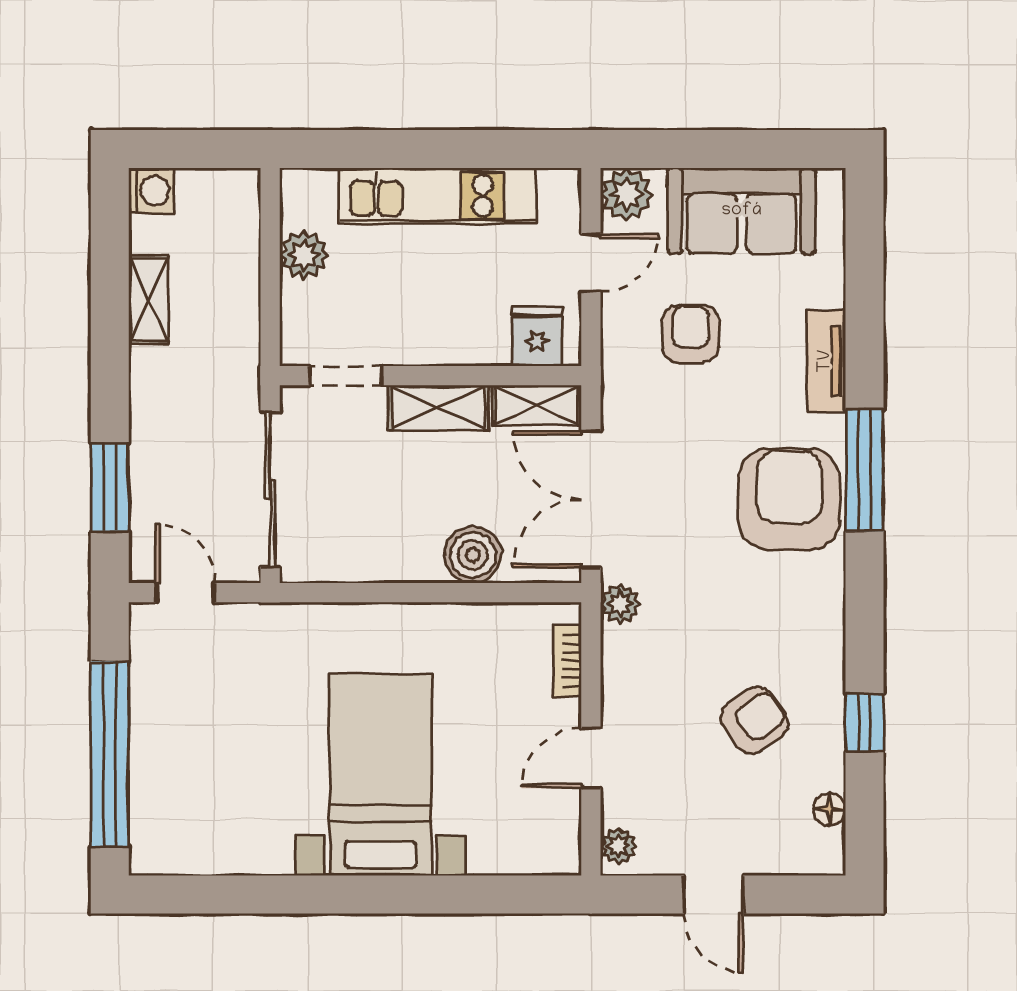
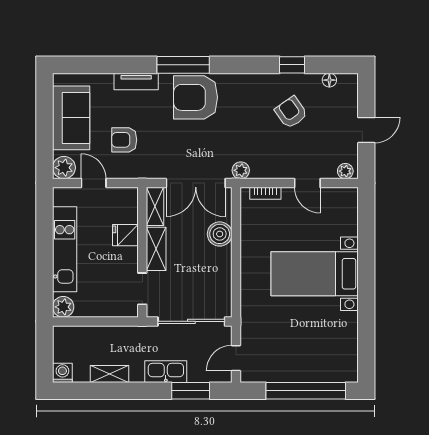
plant: (304, 255) -> (63, 307), moved
fridge: (537, 336) -> (125, 235), moved
kitchen sink: (154, 430) -> (166, 372), added

